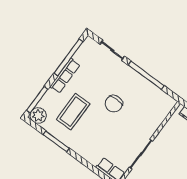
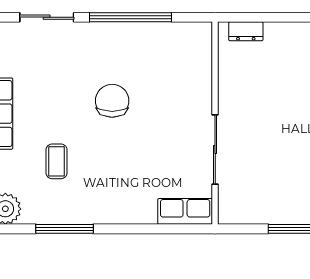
chair: (114, 104) -> (112, 101), turned 180
coffee table: (73, 112) -> (57, 161), width x0.54, depth x0.58

